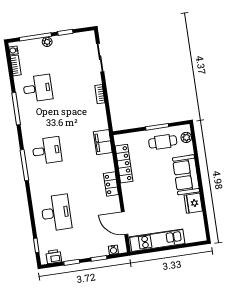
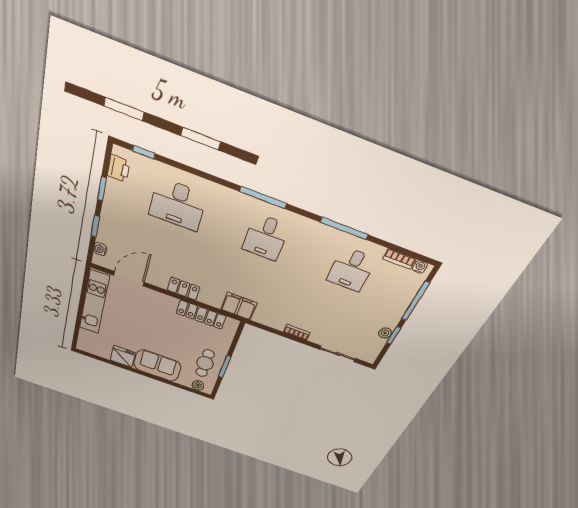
plant: (47, 42) -> (385, 333), moved

